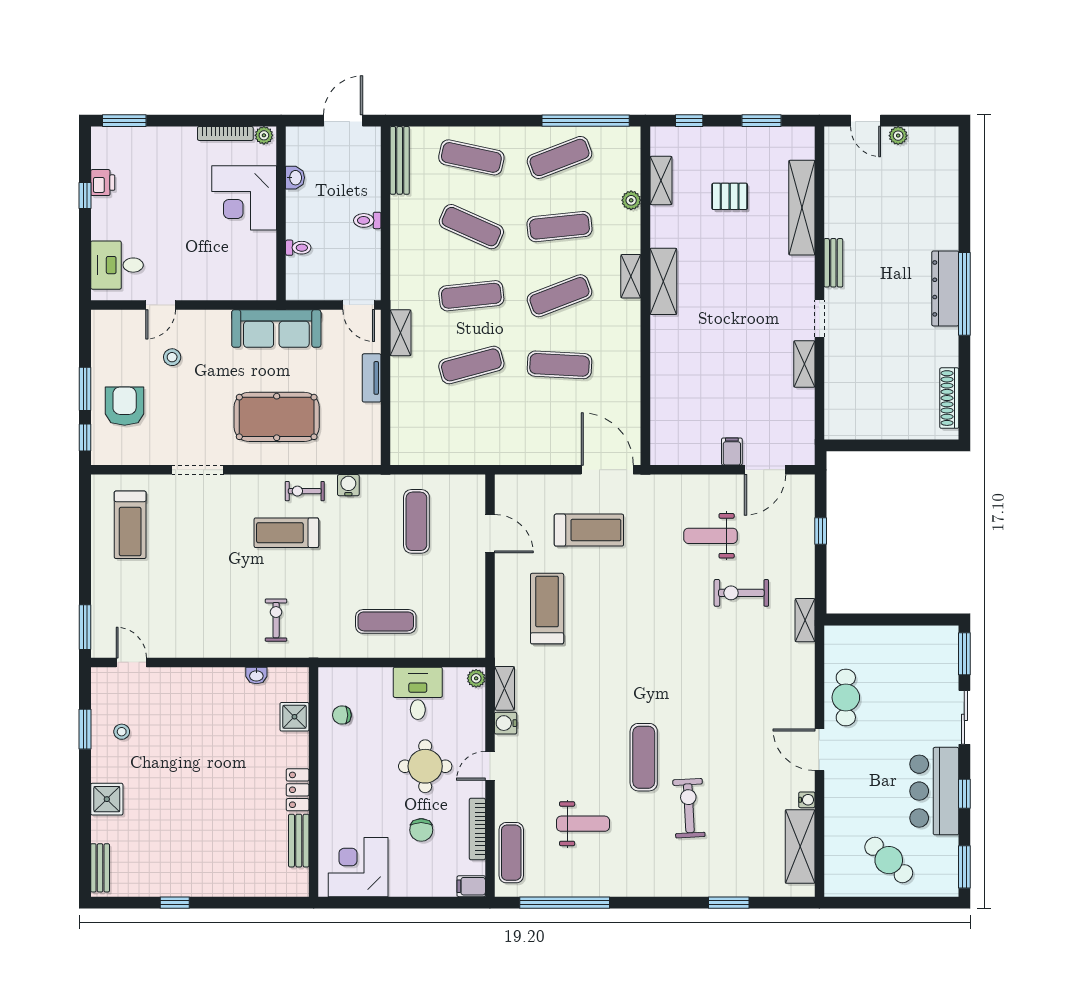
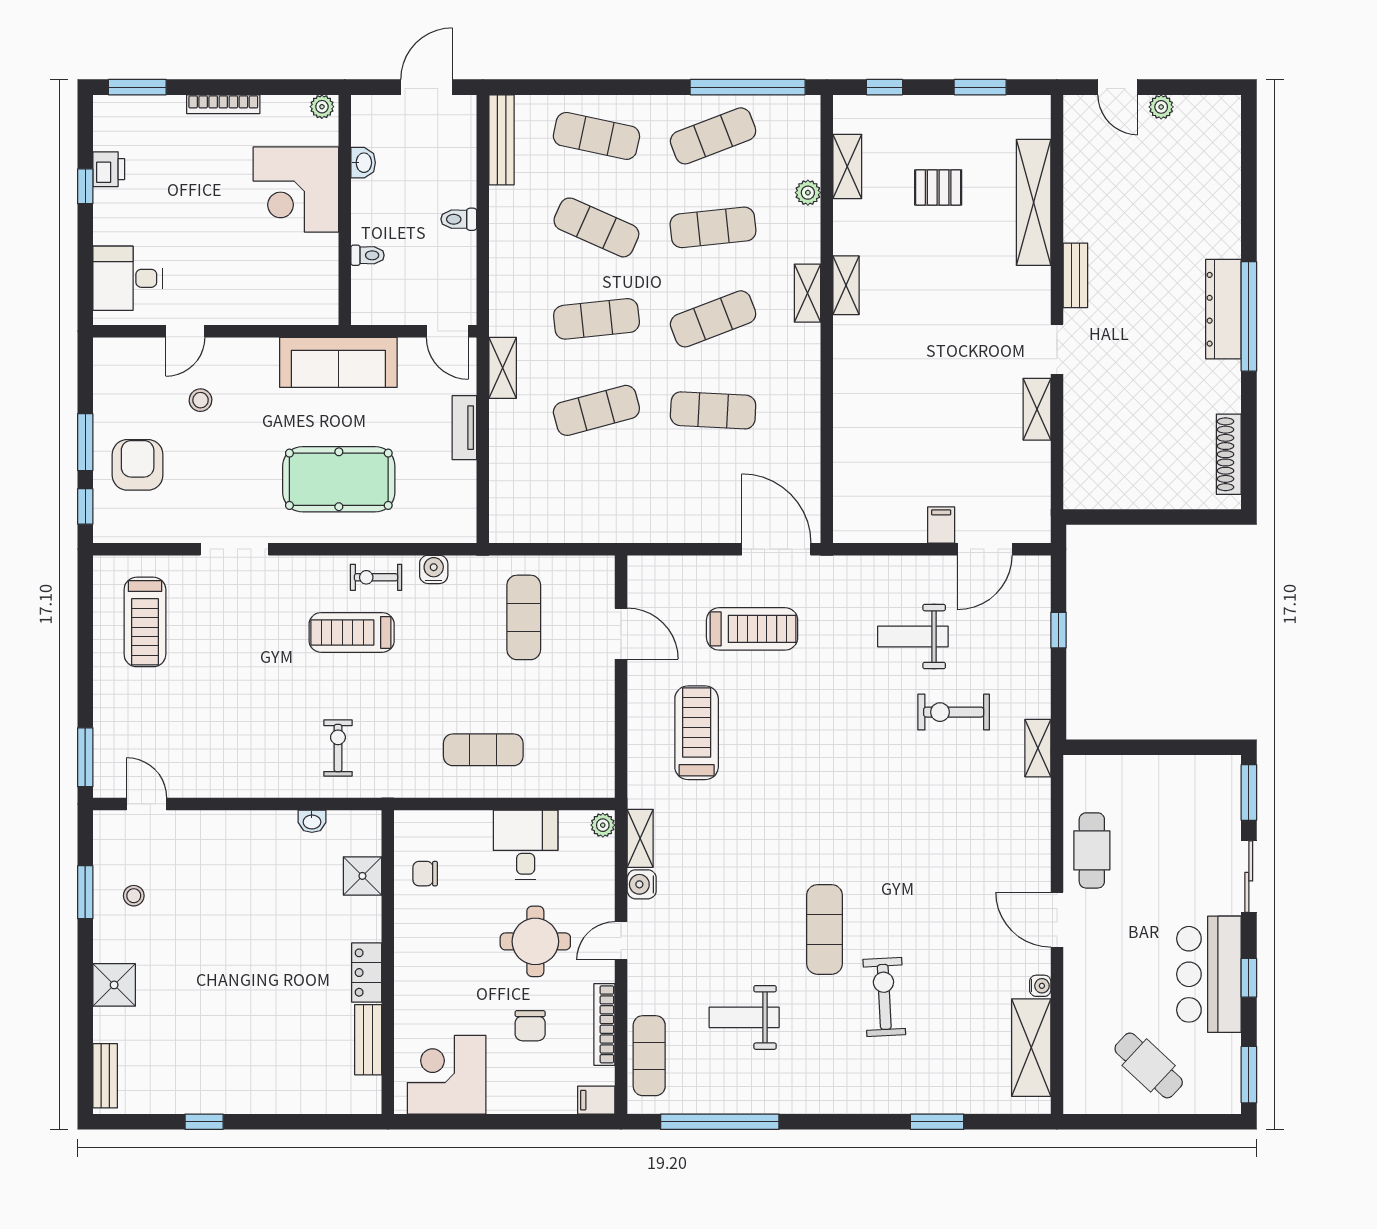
bookcase: (225, 133) -> (223, 104), moved
shelving: (663, 281) -> (846, 285), width x0.67, depth x0.75
weight bench: (583, 824) -> (744, 1017), turned 180

